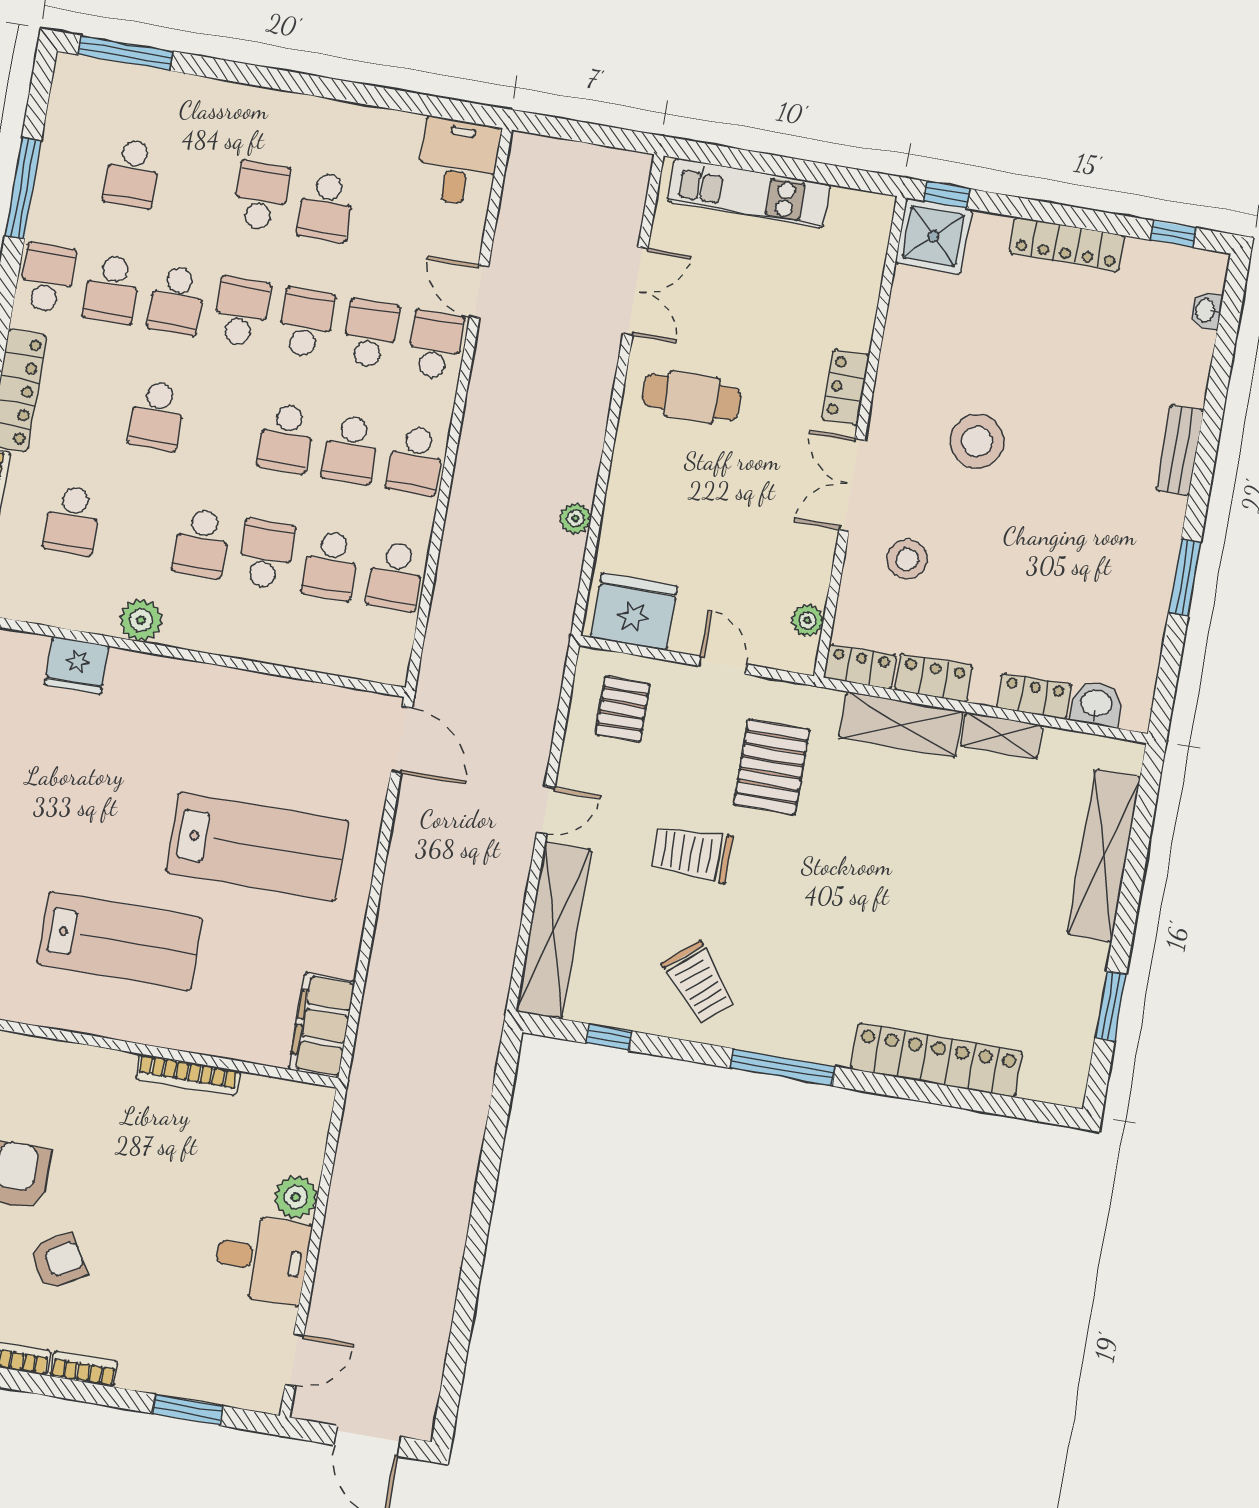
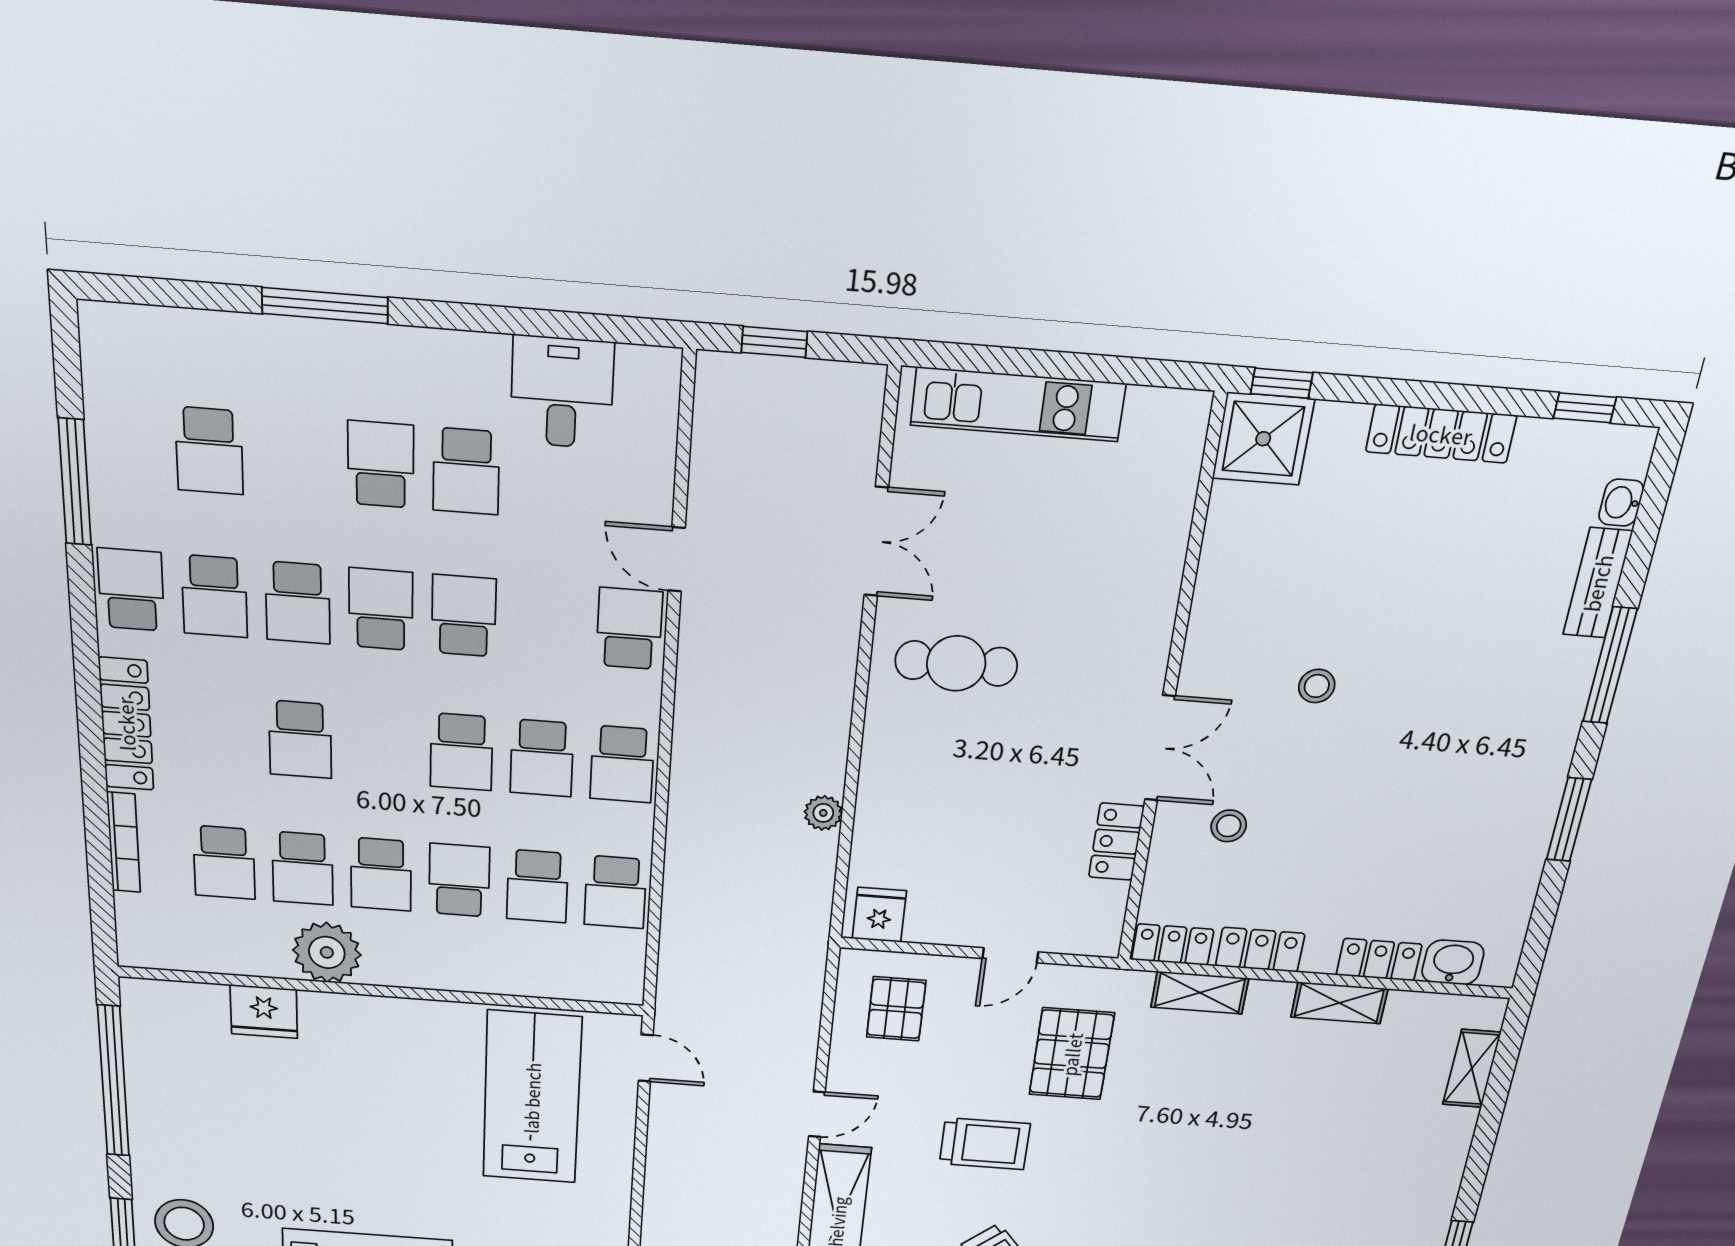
window: (125, 53) -> (325, 306), moved
window: (571, 130) -> (774, 342), added
desk: (458, 162) -> (562, 392), moved
school desk: (371, 334) -> (303, 868), moved, turned 180
locker: (846, 387) -> (1116, 842), moved
stool: (977, 442) -> (1317, 686), width x0.53, depth x0.53
window: (1208, 444) -> (1610, 666), added
bench: (1180, 450) -> (1598, 583), moved
double door: (852, 485) -> (1160, 748), swing flipped
stool: (907, 559) -> (1229, 826), width x0.73, depth x0.73
fridge: (634, 612) -> (879, 915), width x0.53, depth x0.75
plant: (141, 620) -> (327, 952), width x1.36, depth x1.36
plant: (807, 621) -> (1109, 901), removed
door: (723, 665) -> (1010, 955), swing flipped
shelving: (901, 725) -> (1200, 993), width x0.67, depth x0.75
door: (402, 740) -> (646, 1058), width x0.73
lab bench: (257, 847) -> (532, 1098), moved, turned -90
trolley: (692, 854) -> (985, 1144), turned 180
shelving: (1104, 856) -> (1472, 1069), width x0.45, depth x0.75

